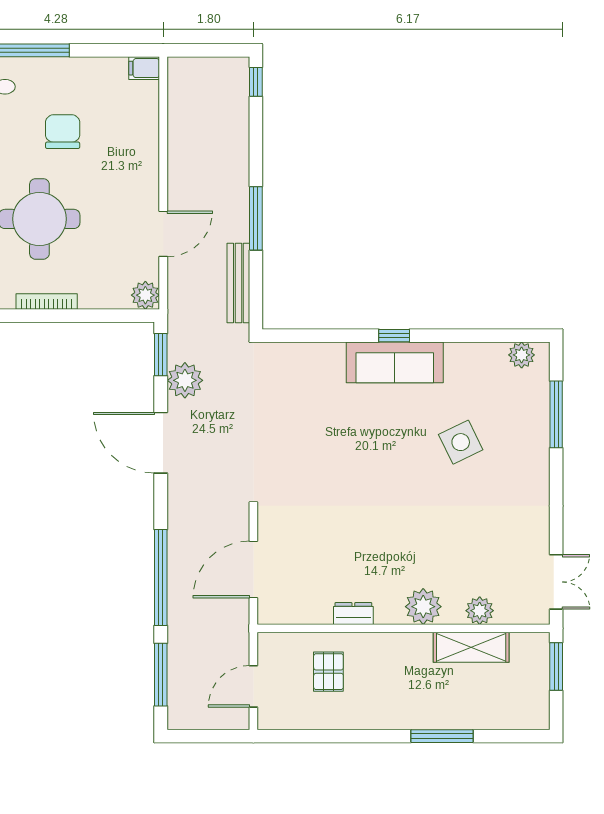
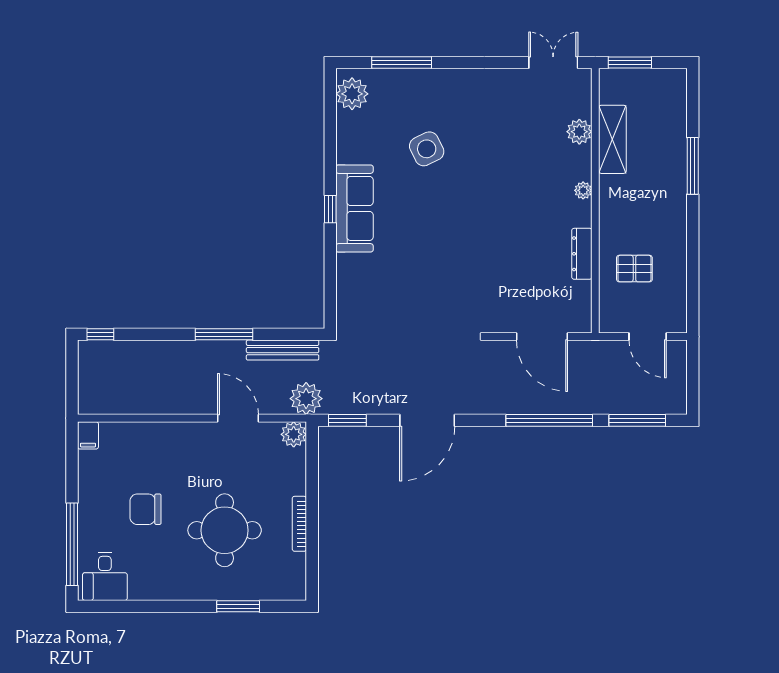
plant: (522, 355) -> (352, 94), width x1.36, depth x1.36
plant: (185, 380) -> (306, 399), moved
plant: (423, 607) -> (583, 190), width x0.53, depth x0.53
dresser: (353, 614) -> (582, 254), width x1.44

